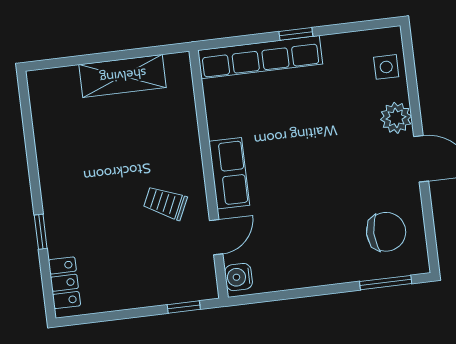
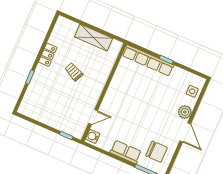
row of seats: (229, 173) -> (126, 152), moved, turned -90
trolley: (165, 203) -> (74, 72), moved
locker: (64, 283) -> (48, 55), moved

